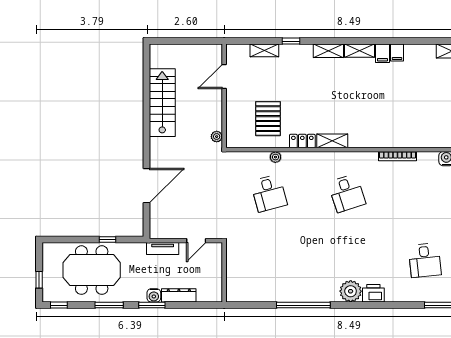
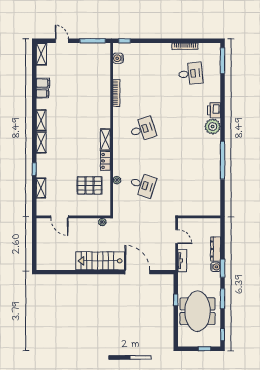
filing cabinet: (382, 53) -> (43, 83), moved
stairs: (162, 103) -> (100, 261), moved
desk: (269, 193) -> (143, 185), turned 33

